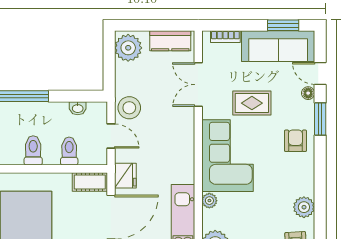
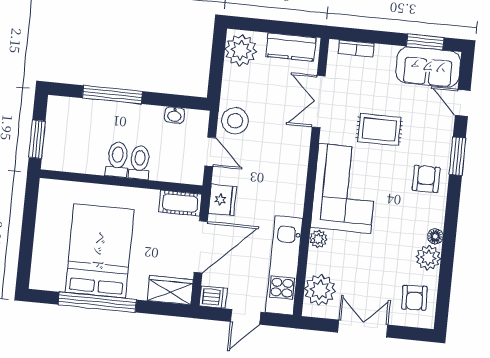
sofa: (278, 46) -> (428, 67), width x0.73
floor lamp: (308, 93) -> (435, 236), moved
toilet: (69, 151) -> (140, 162), moved

